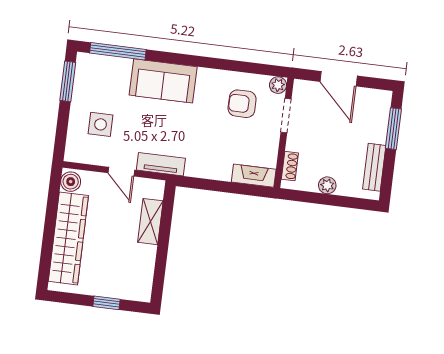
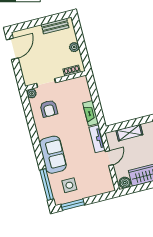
door: (339, 79) -> (12, 49), moved
side table: (101, 124) -> (69, 185), moved
window: (393, 129) -> (31, 24), removed
fireplace: (254, 176) -> (91, 113), moved

